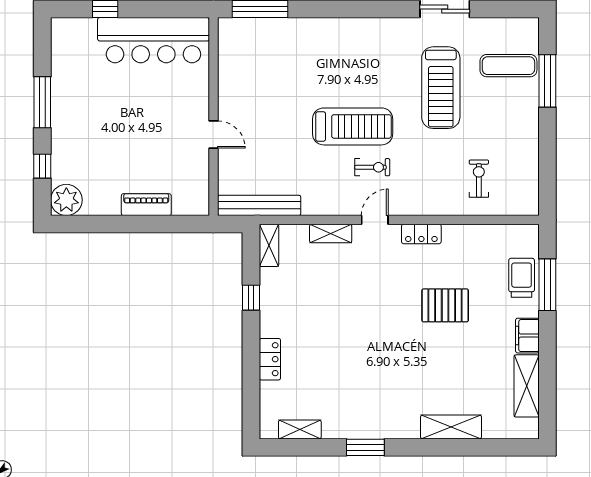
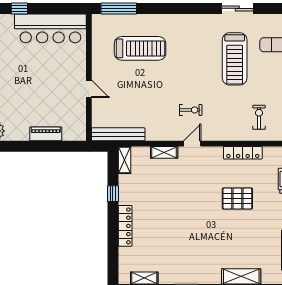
treadmill: (353, 126) -> (140, 48), moved
locker: (421, 234) -> (243, 153), moved, width x1.53
locker: (270, 359) -> (125, 226), width x1.53

